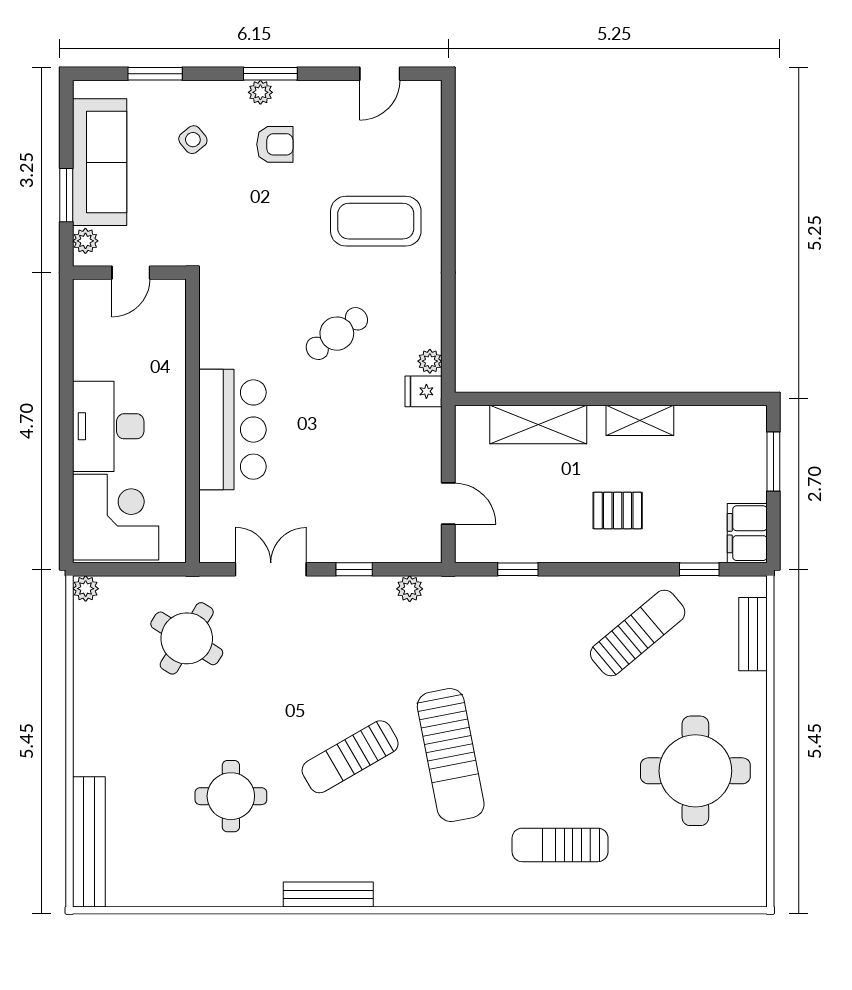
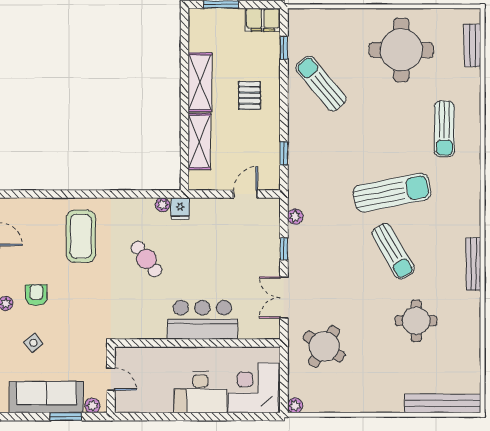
shelving: (640, 420) -> (200, 82), width x1.50, depth x1.33
bench: (753, 634) -> (472, 46), moved, turned 90

